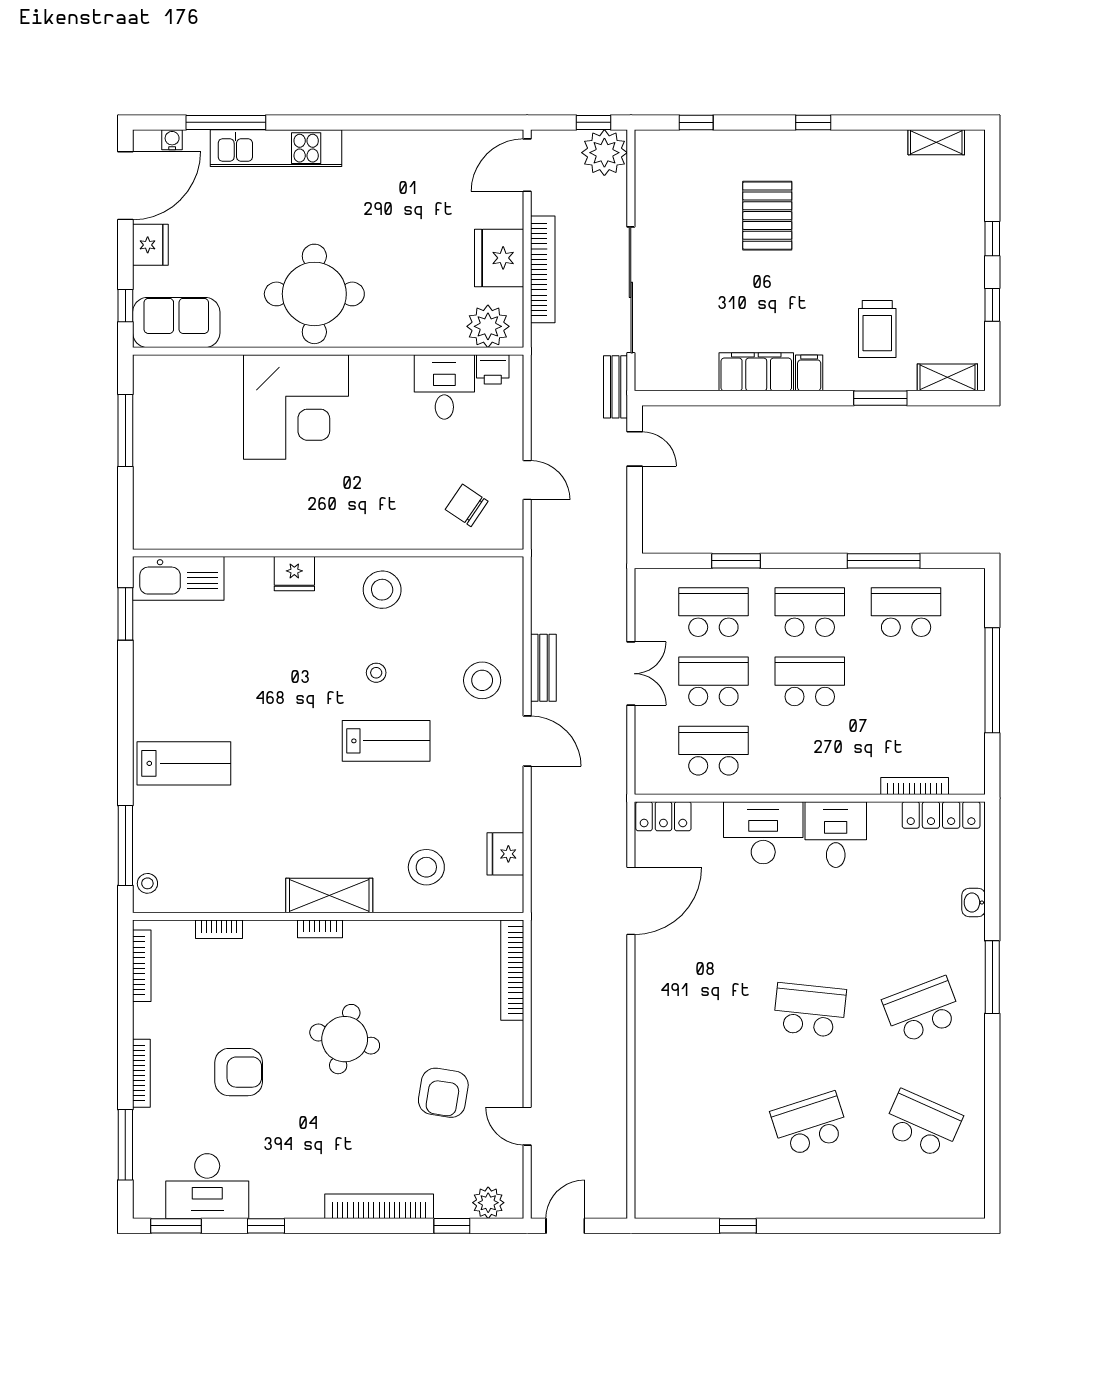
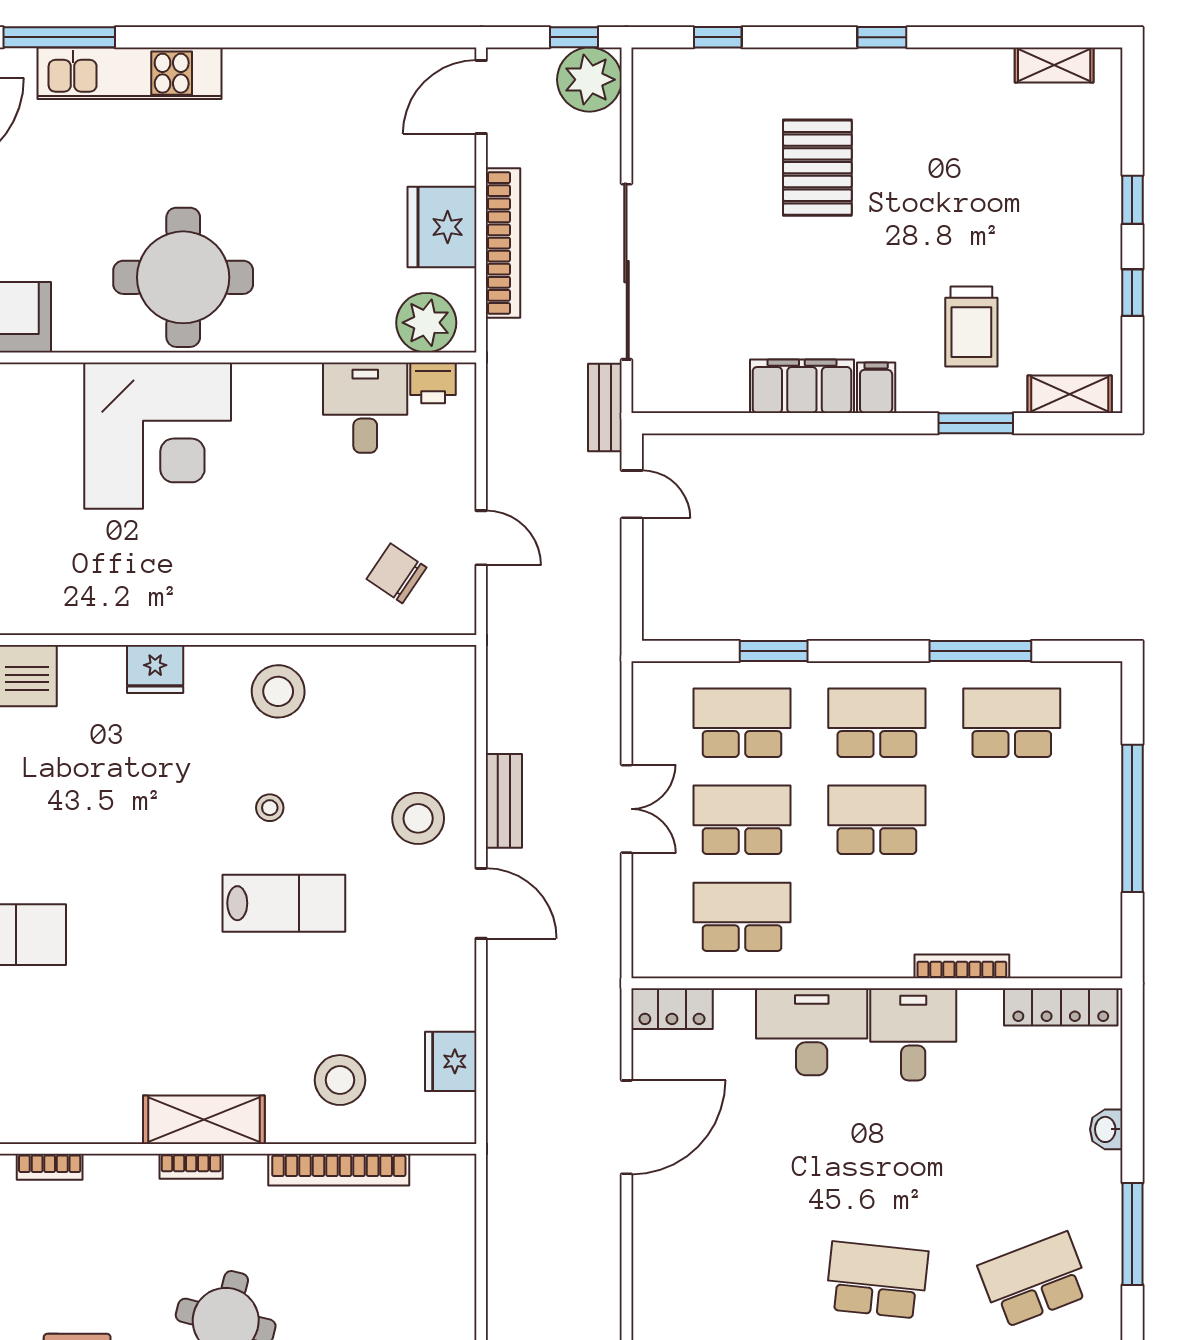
bookcase: (915, 786) -> (962, 966), moved
bookcase: (512, 970) -> (339, 1170), moved, turned -90

